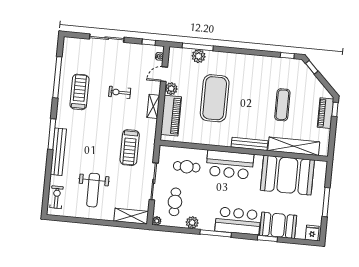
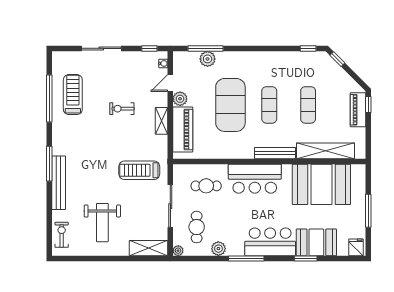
treadmill: (79, 92) -> (73, 95), moved
exercise mat: (249, 101) -> (269, 105), added
treadmill: (130, 148) -> (139, 170), turned 90

